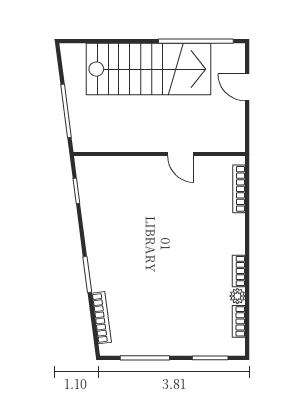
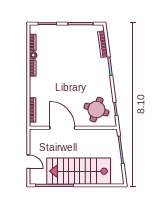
door: (181, 154) -> (62, 128), width x1.88
round table: (114, 190) -> (96, 109), added

